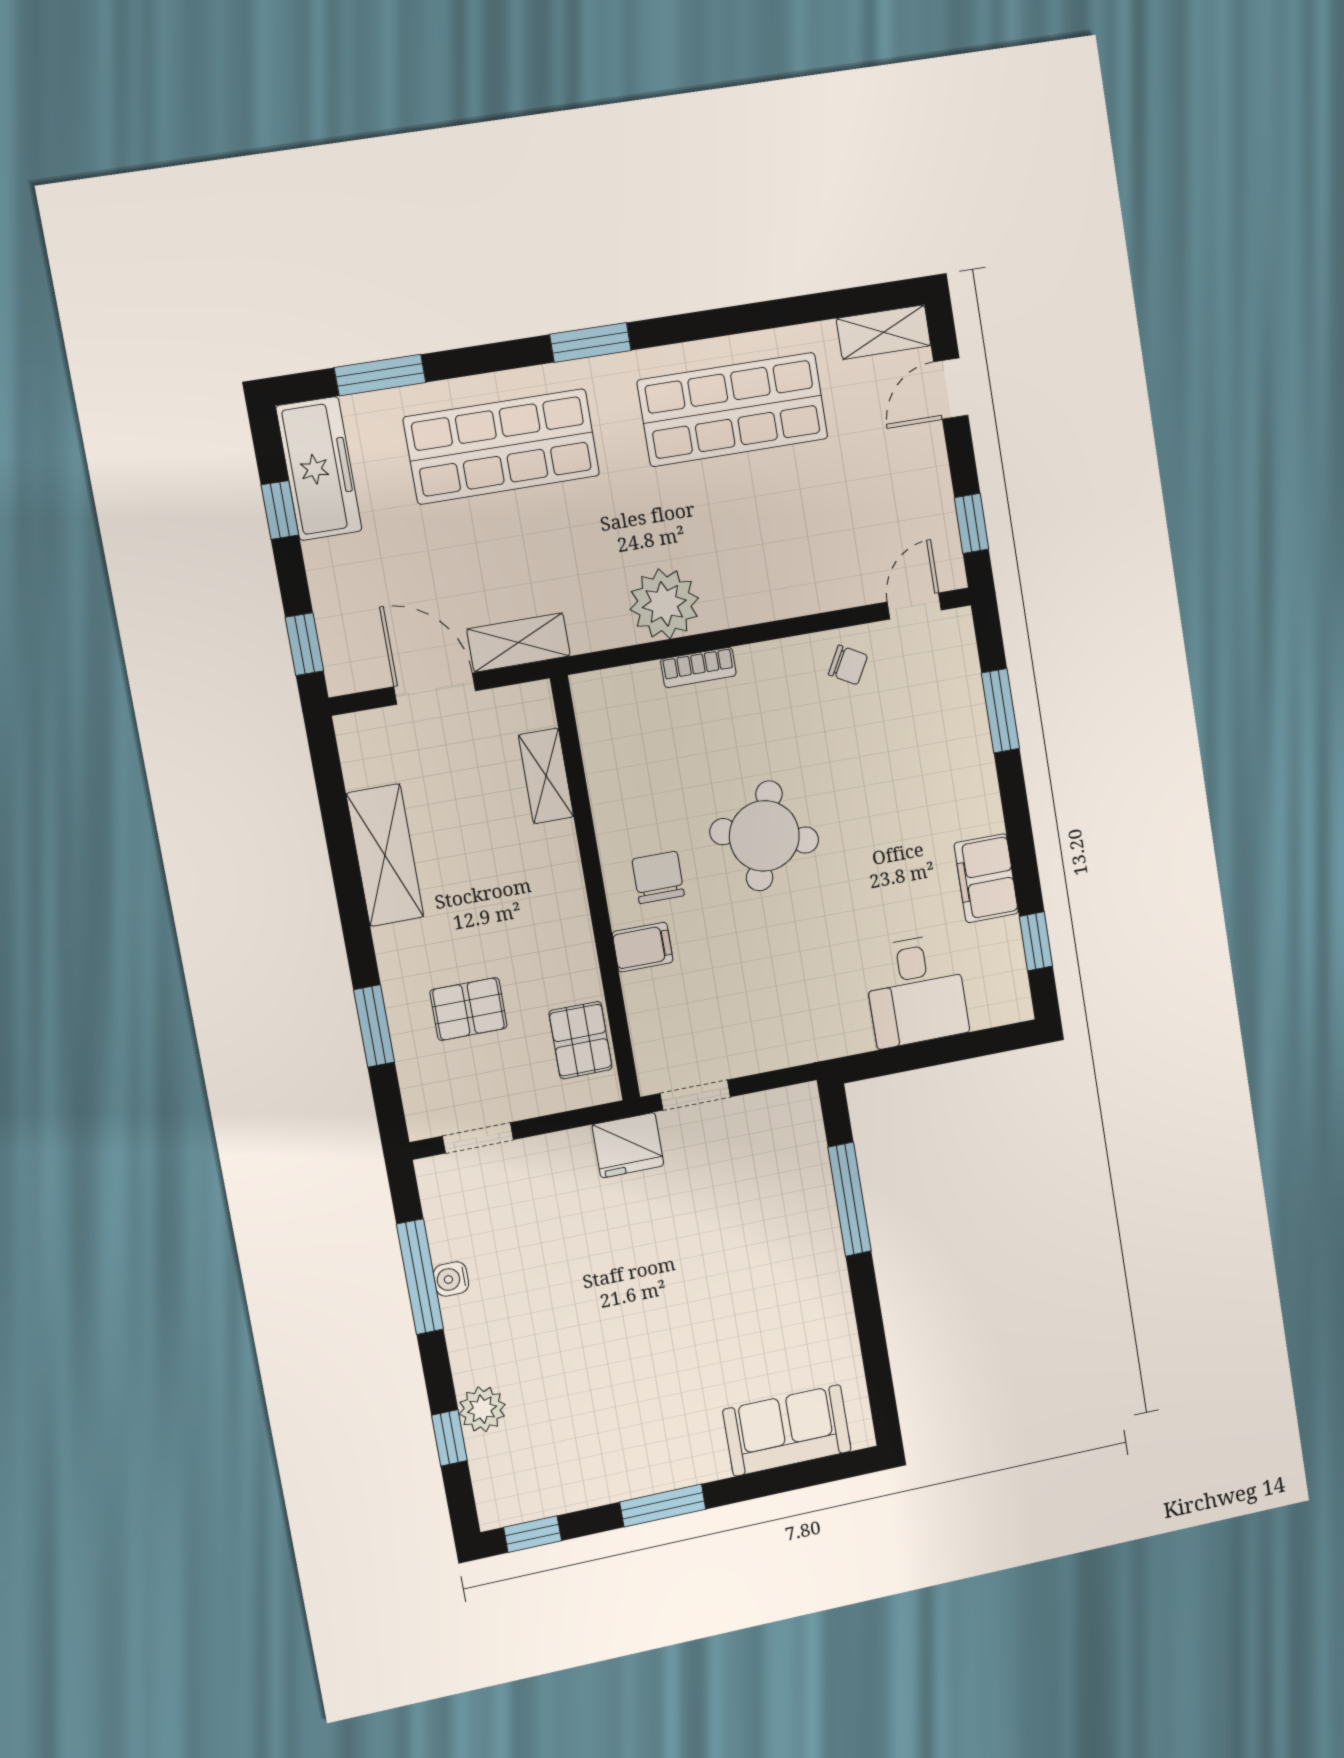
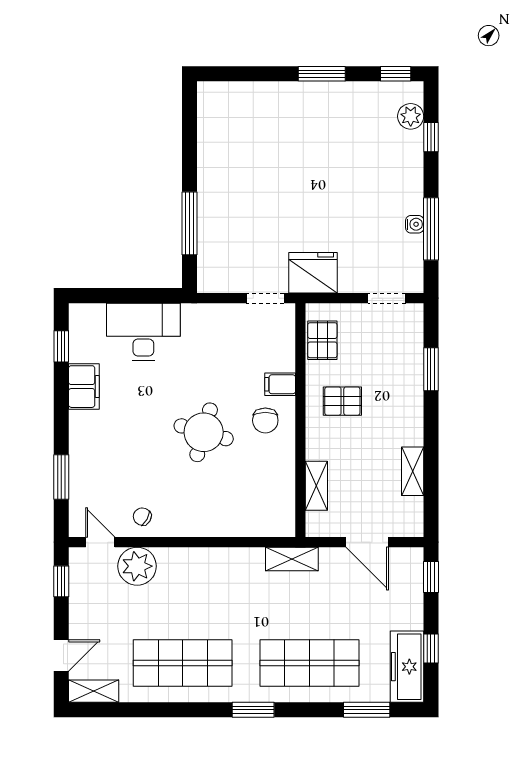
plant: (664, 604) -> (137, 566), moved
door: (914, 606) -> (100, 542), swing flipped
shelving: (518, 642) -> (292, 559), moved
bookcase: (698, 667) -> (224, 529), removed
shelving: (385, 855) -> (413, 471), width x0.67, depth x0.75
desk: (916, 991) -> (143, 332), width x1.37
pallet: (469, 1009) -> (342, 401), moved
fridge: (628, 1145) -> (313, 273), width x1.36, depth x1.34
plant: (482, 1409) -> (411, 116), moved
sofa: (787, 1430) -> (246, 101), removed

